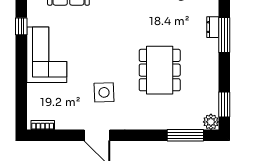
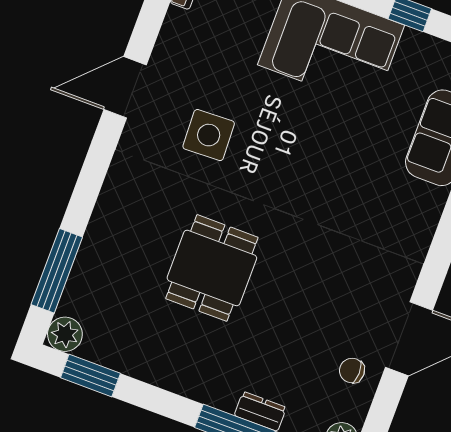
dining table: (160, 70) -> (212, 268), width x0.73

